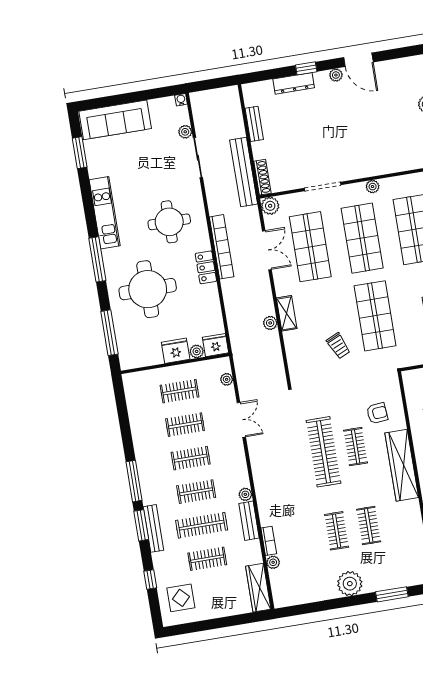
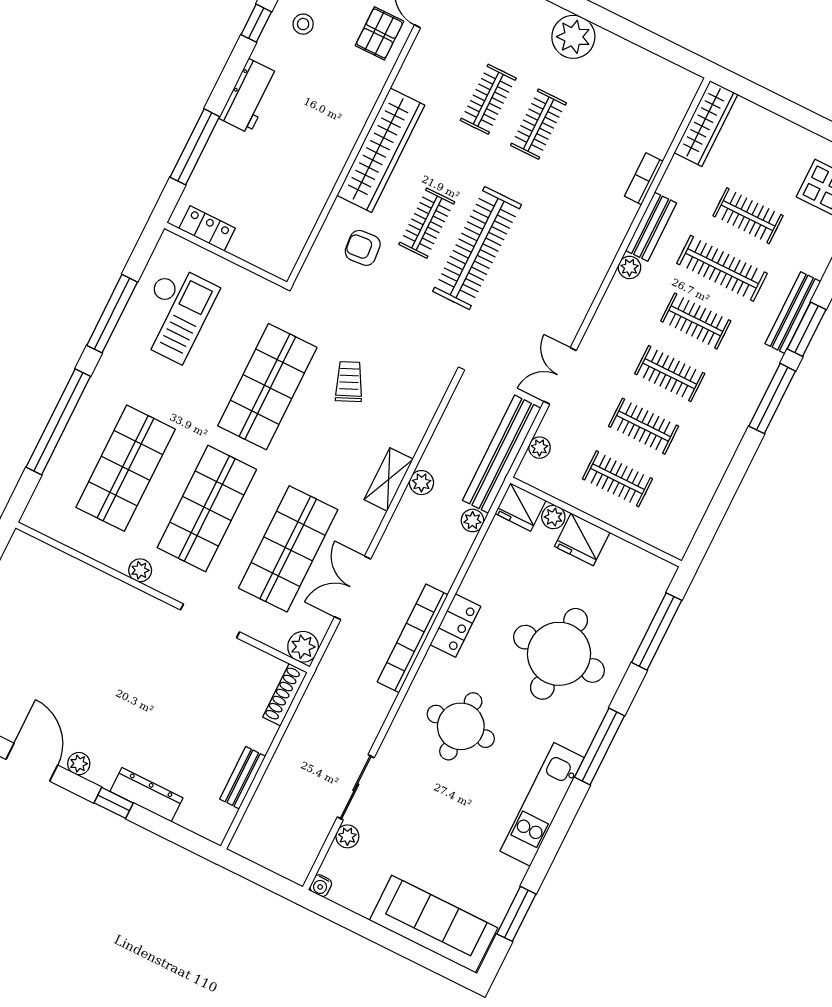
bench: (244, 172) -> (502, 454), moved
plant: (273, 562) -> (472, 520), moved

